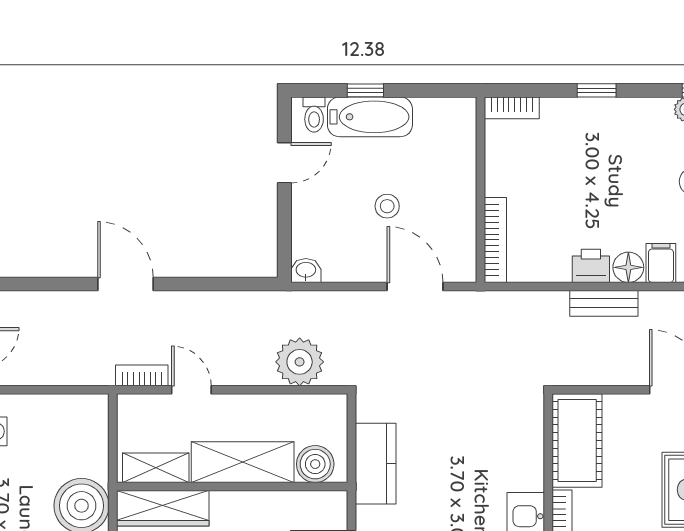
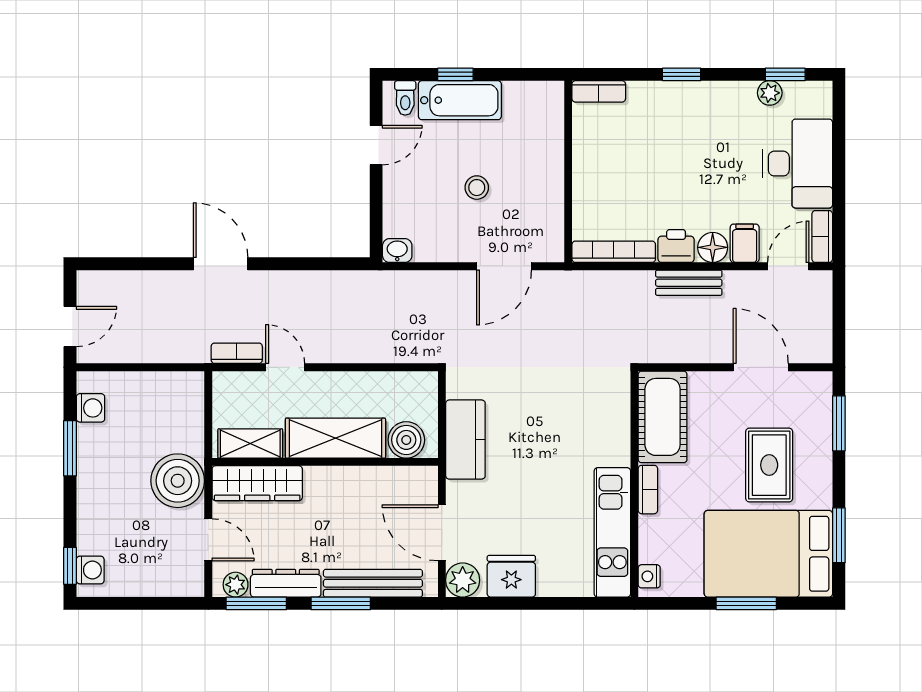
bookcase: (495, 240) -> (614, 252), moved, turned -90
door: (415, 287) -> (504, 266), swing flipped
plant: (300, 362) -> (391, 340), removed

